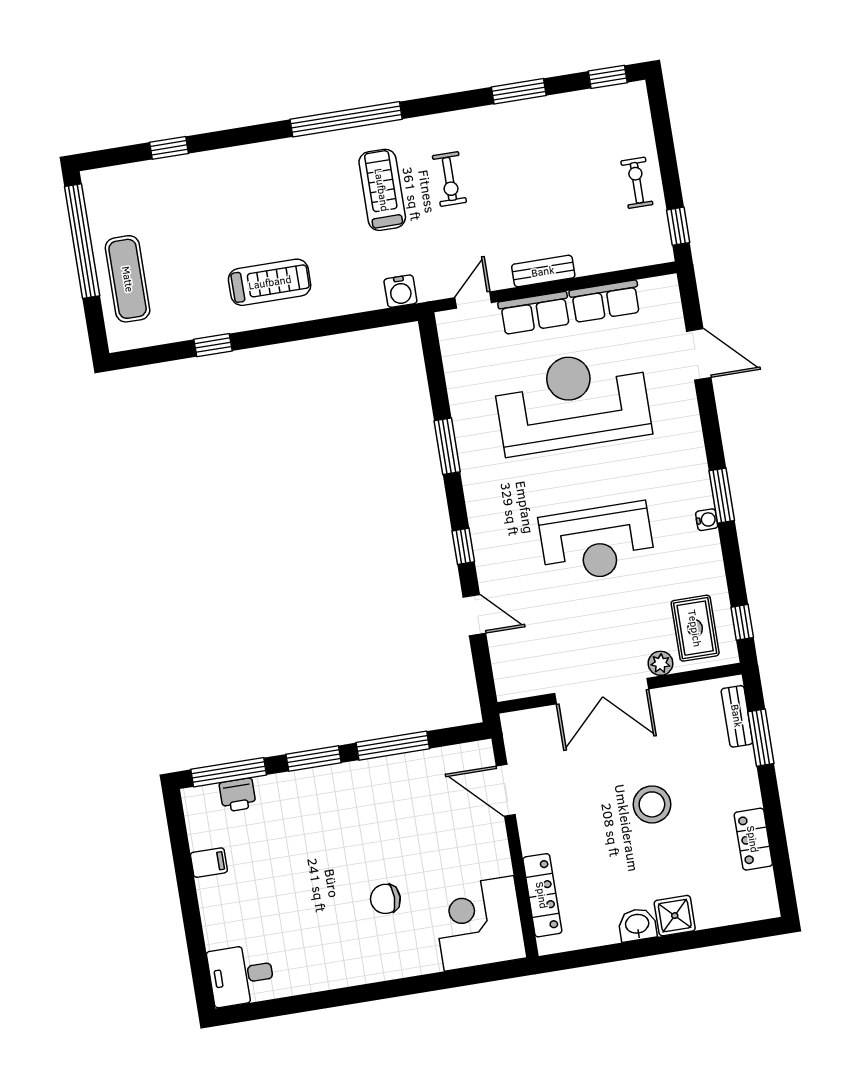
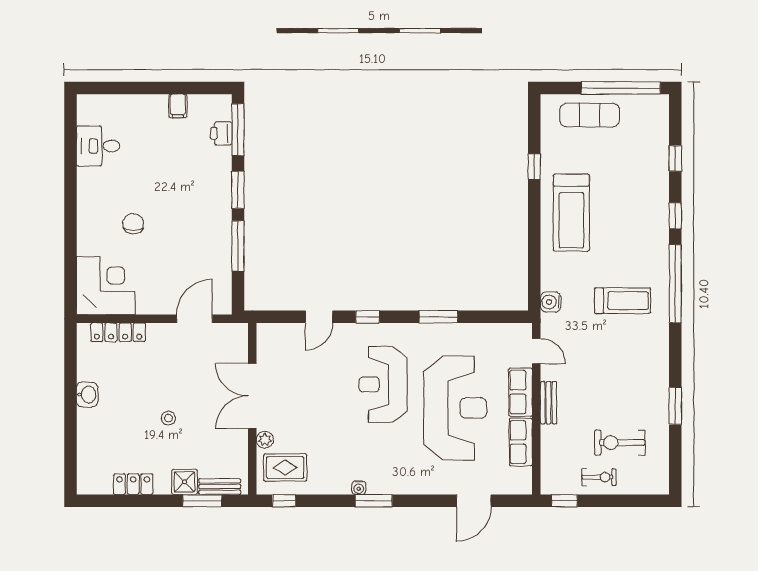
window: (608, 77) -> (675, 216), moved
exercise bike: (449, 179) -> (620, 443), moved, width x1.38, depth x1.39
treadmill: (270, 282) -> (571, 213), width x1.37, depth x1.38
reception desk: (597, 542) -> (383, 384), moved
stool: (652, 804) -> (168, 418), width x0.53, depth x0.53
shower: (675, 916) -> (185, 482), moved
desk: (241, 975) -> (98, 146), moved, turned -90

